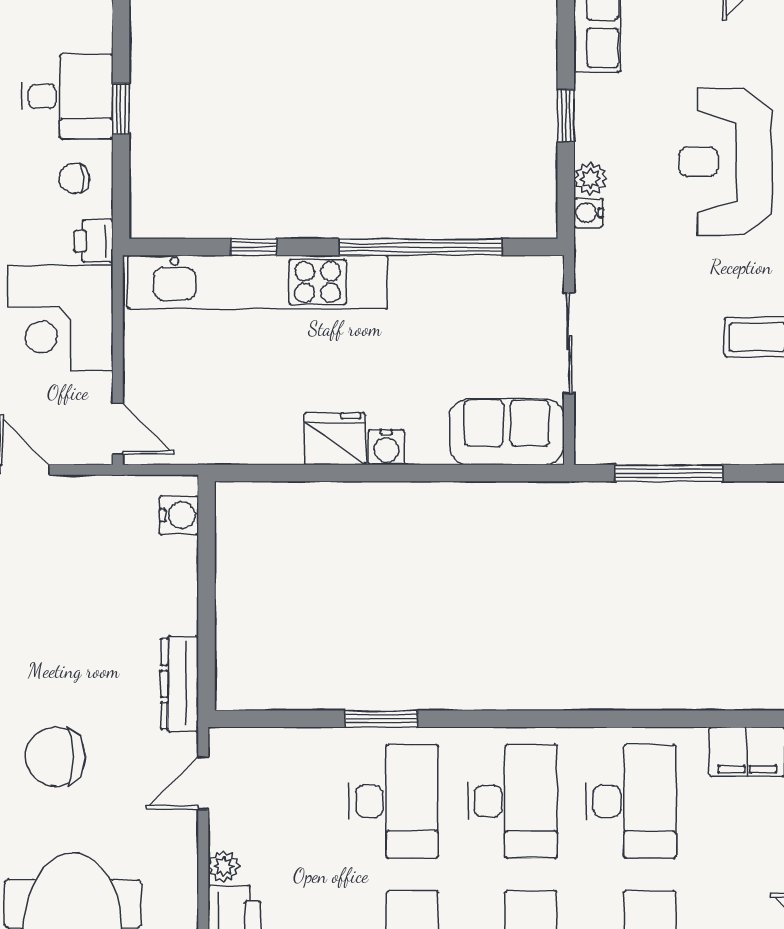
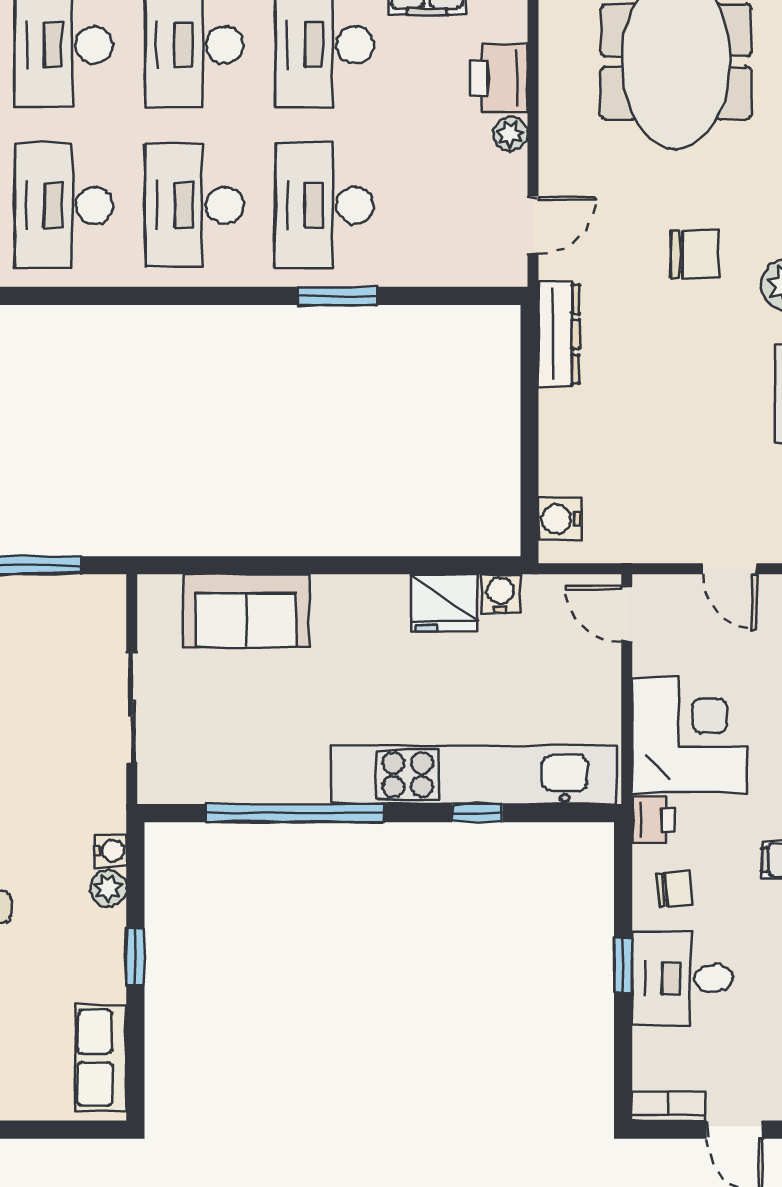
sofa: (507, 432) -> (246, 611), moved
fridge: (335, 439) -> (444, 603), moved
water cooler: (386, 447) -> (501, 594), moved
chair: (56, 757) -> (695, 254), width x0.73, depth x0.73

